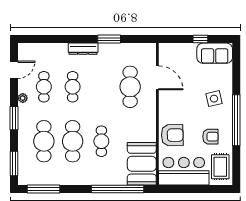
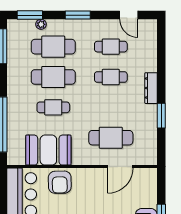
plant: (23, 98) -> (41, 24), moved
booth: (142, 164) -> (48, 150), moved

